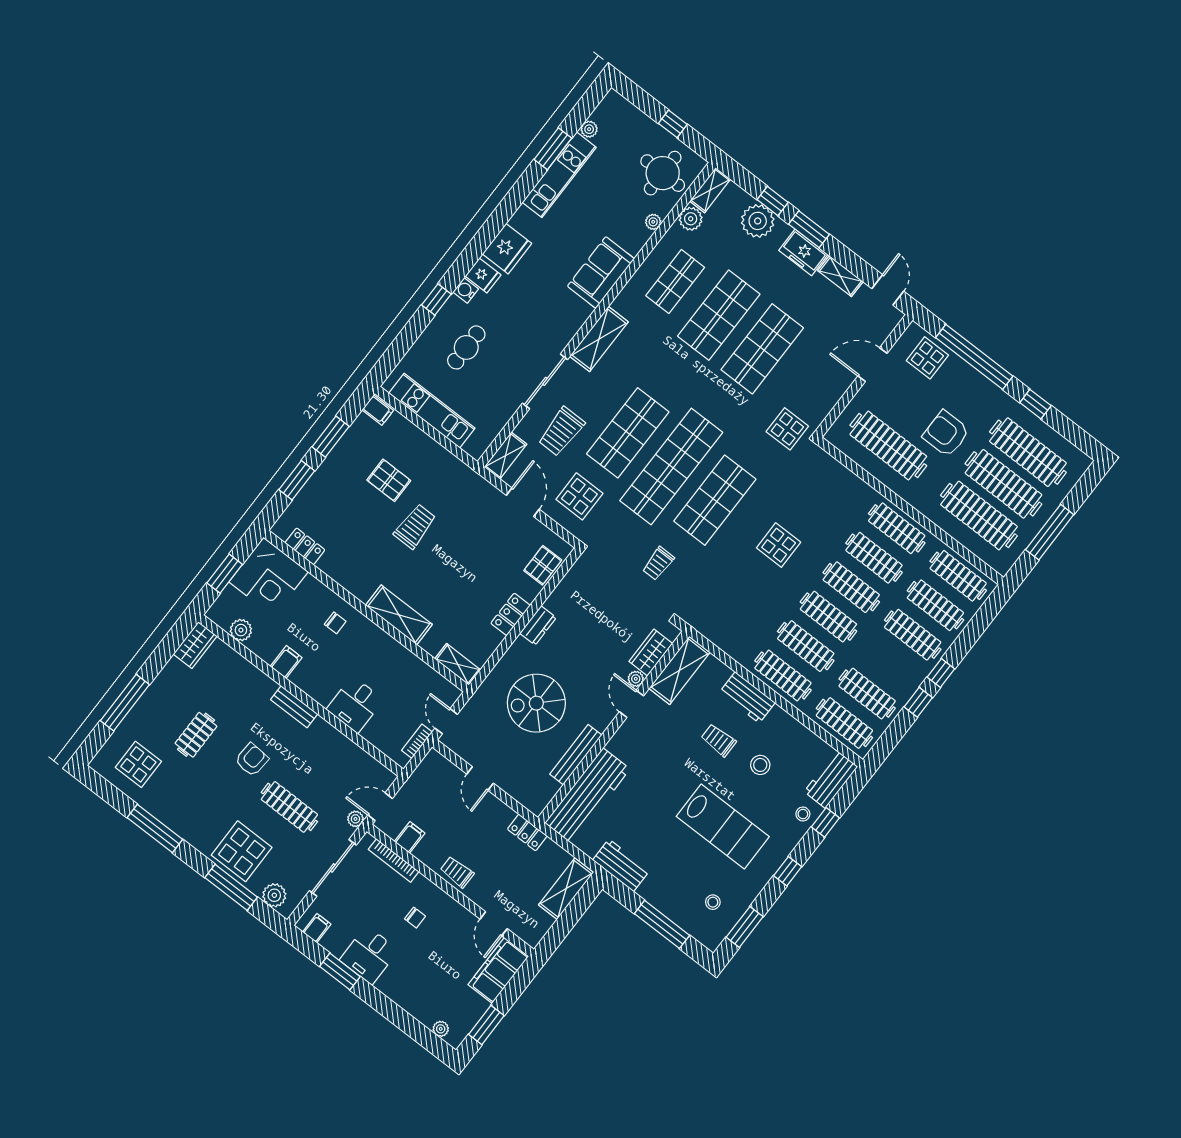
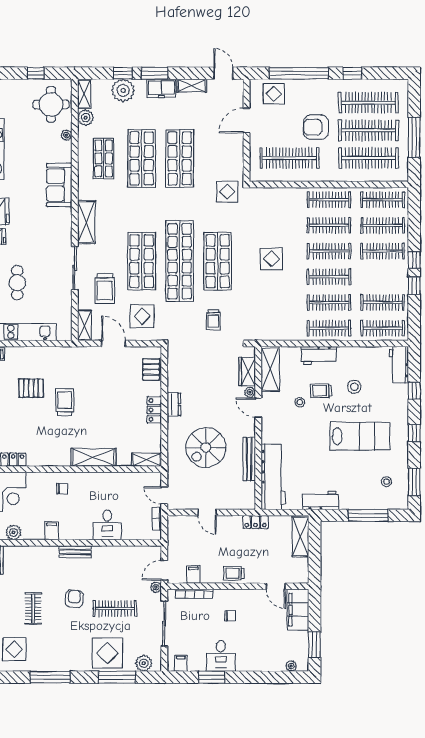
stool: (803, 814) -> (300, 402), moved

